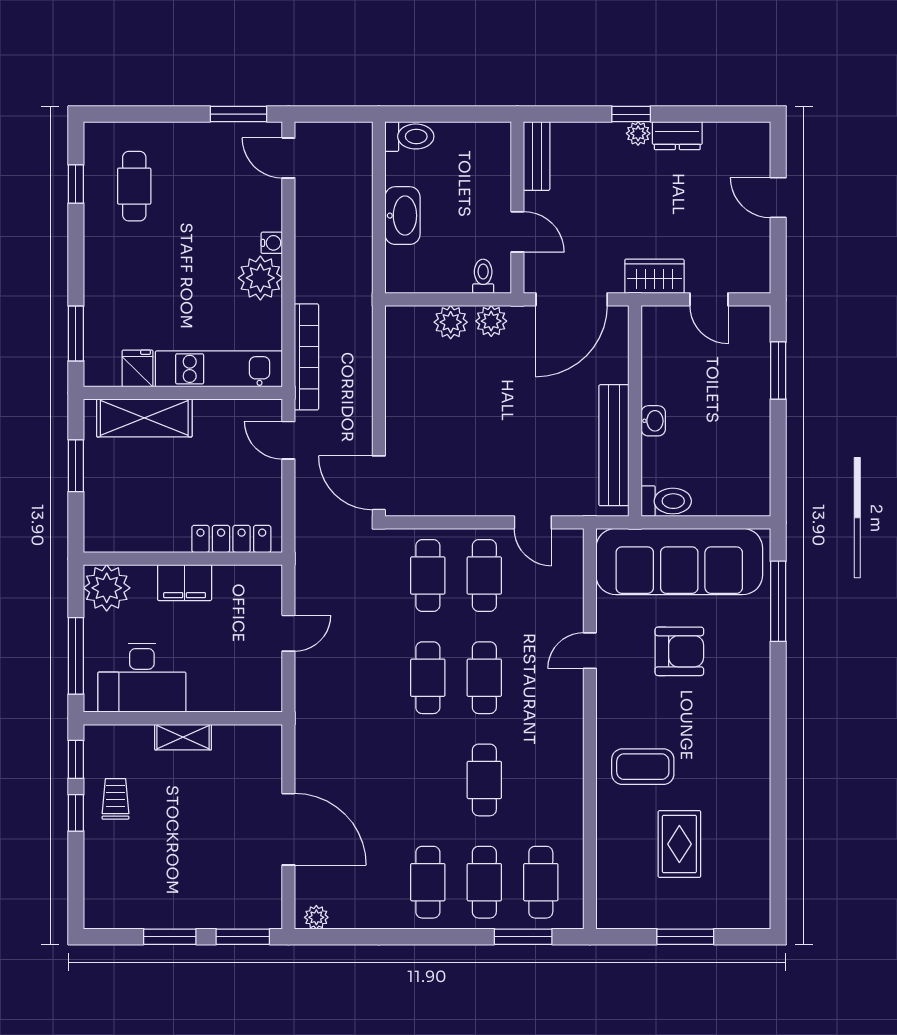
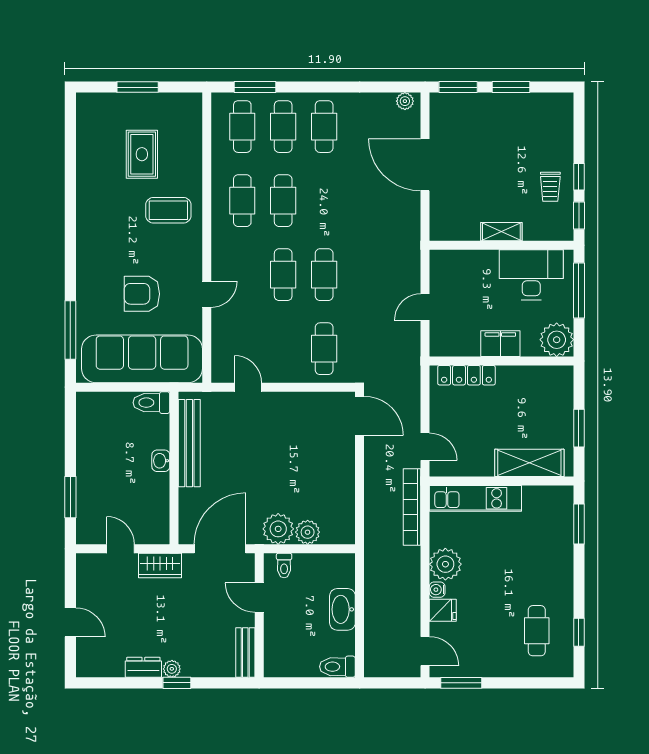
plant: (491, 321) -> (278, 529), width x1.36, depth x1.36
fridge: (138, 368) -> (443, 610), moved, turned -90
cafe table: (484, 575) -> (242, 201), moved

